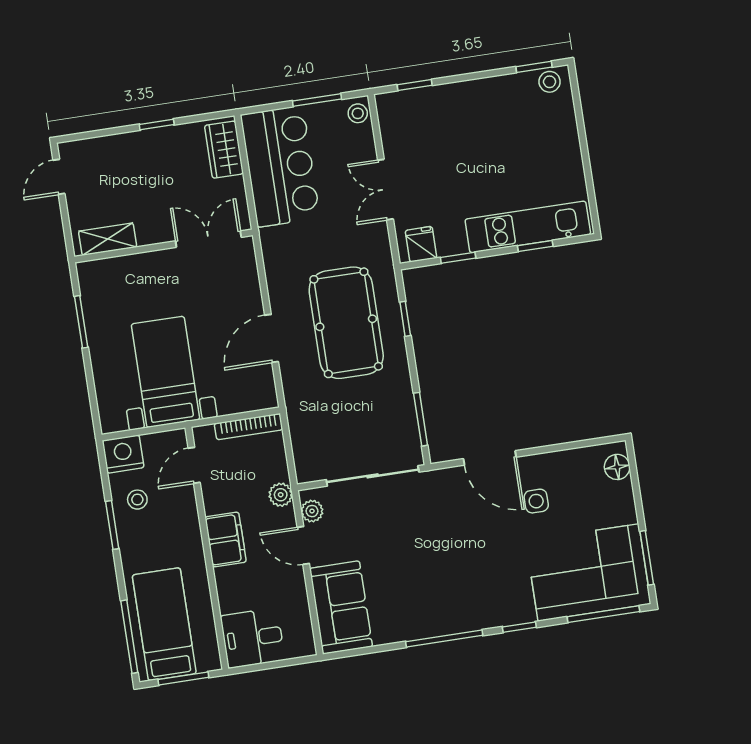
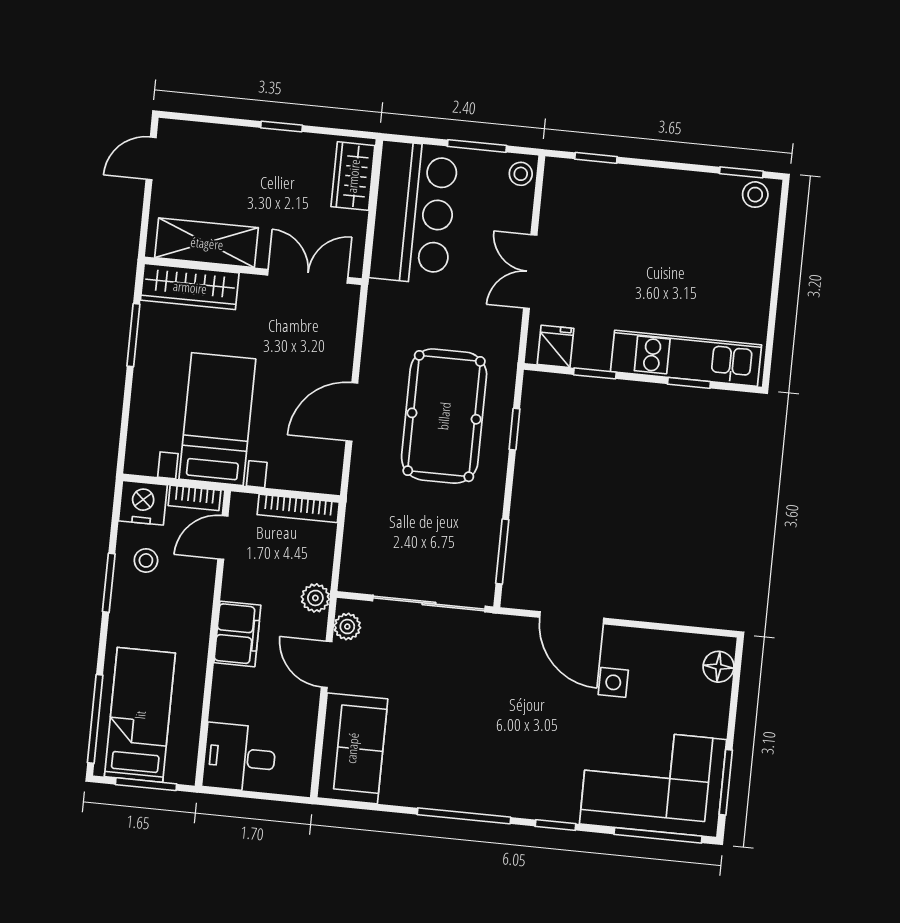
shelving: (108, 239) -> (207, 243), width x1.50, depth x1.33
wardrobe: (116, 271) -> (190, 287), added
bookcase: (163, 440) -> (194, 498), added

